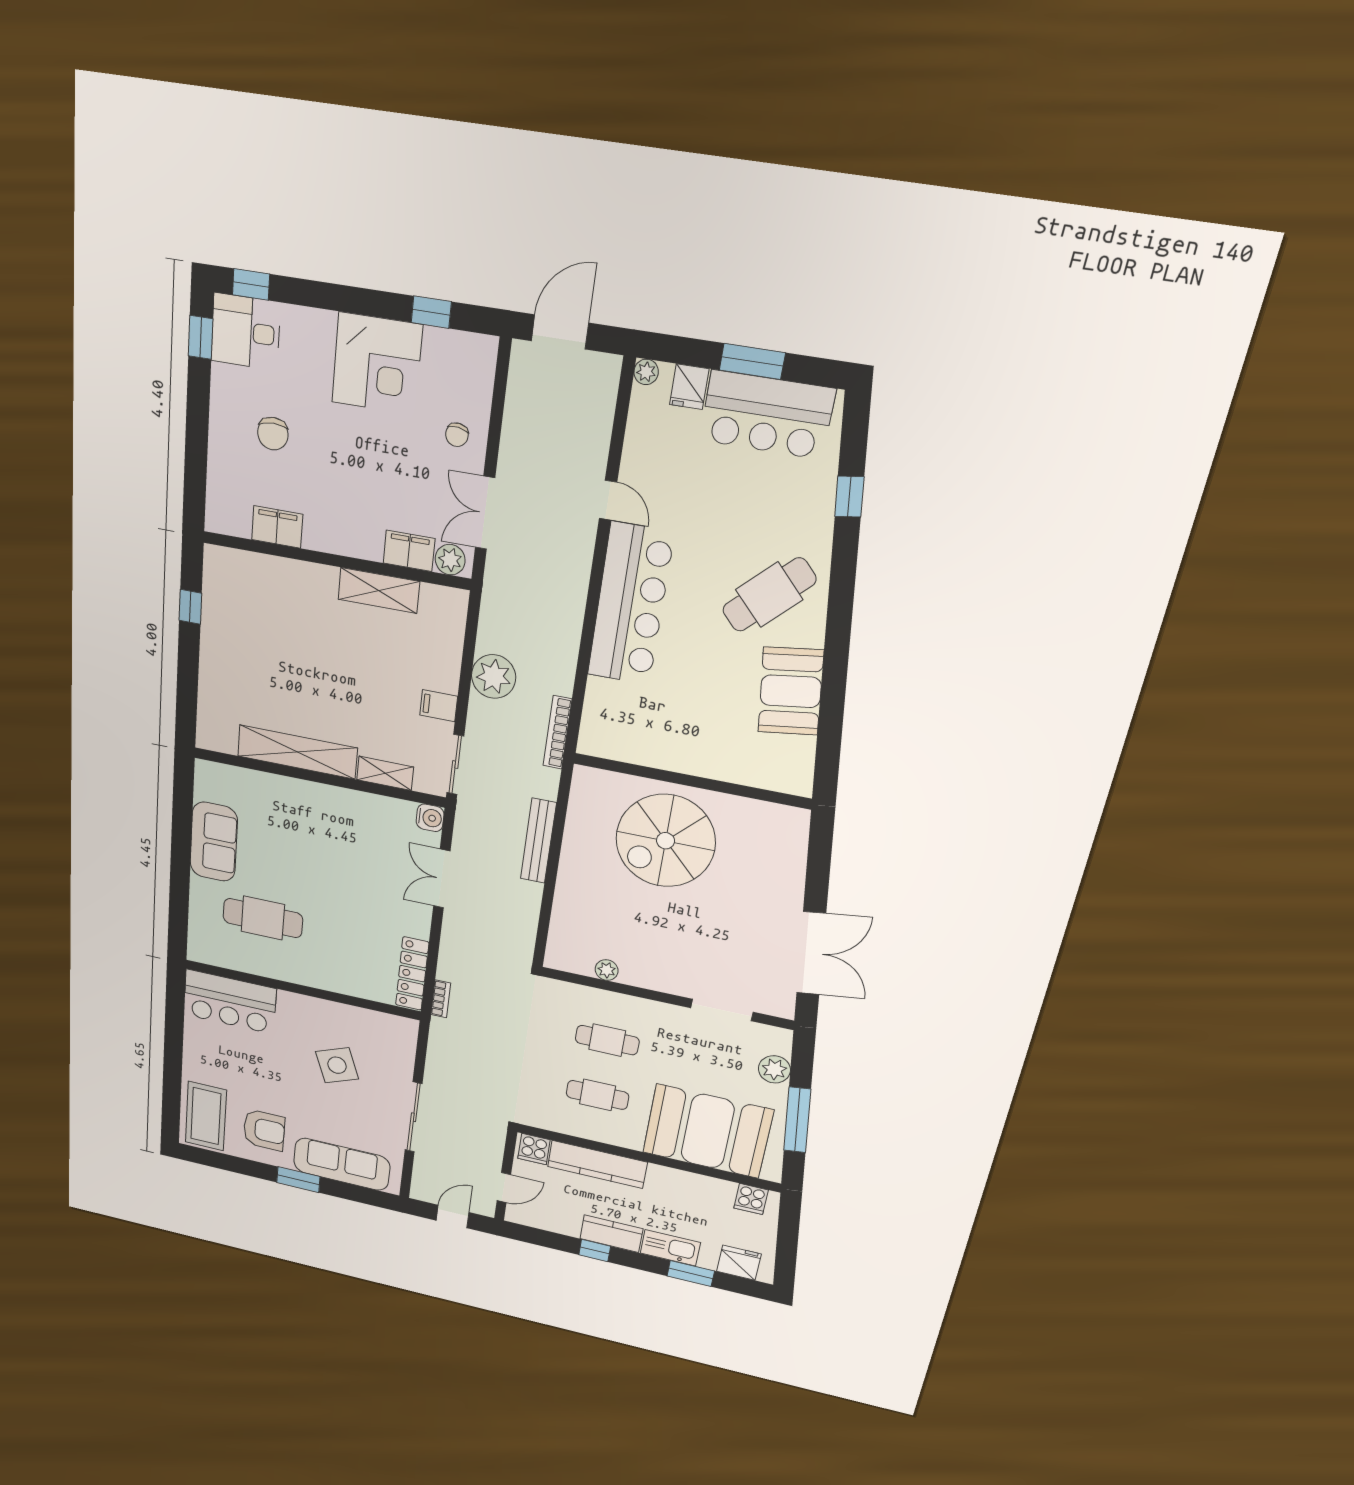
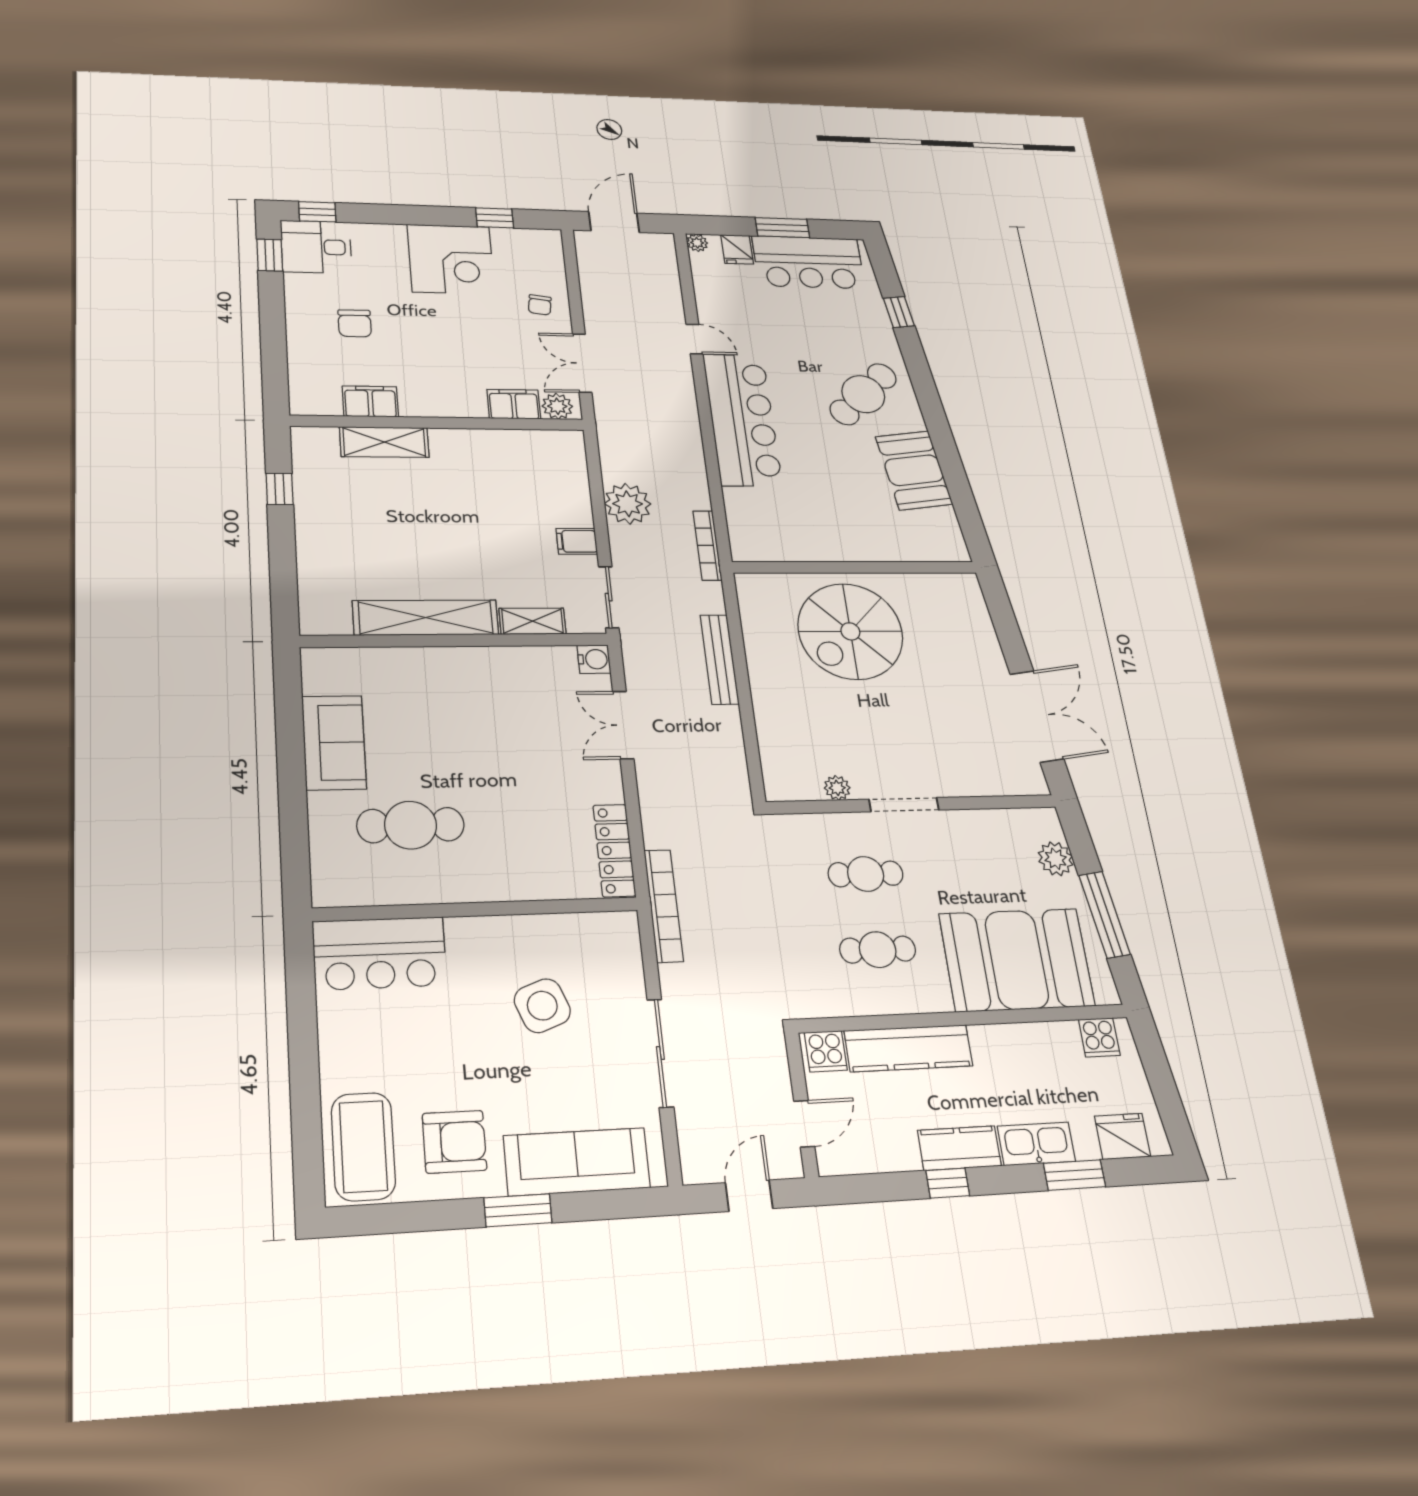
shelving: (379, 591) -> (384, 442), moved
bookcase: (441, 999) -> (664, 906), width x2.31, depth x1.31
doorway: (722, 1010) -> (904, 805), moved

